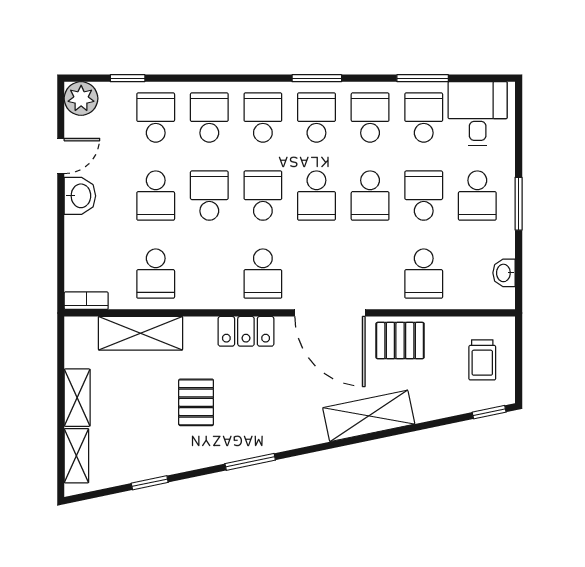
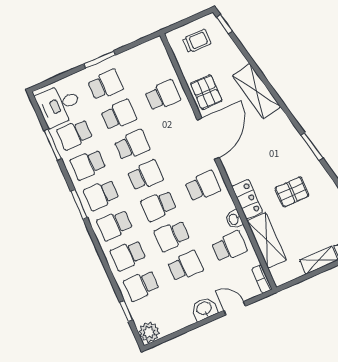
door: (61, 156) -> (235, 308), moved
school desk: (424, 196) -> (119, 115), turned 180
washbasin: (504, 273) -> (234, 219), moved, turned 90
locker: (246, 331) -> (247, 199), moved

